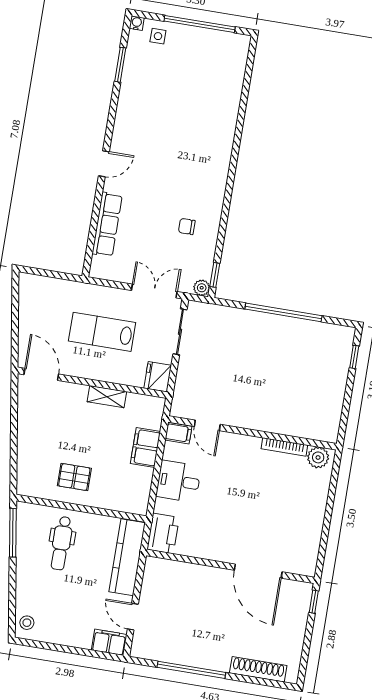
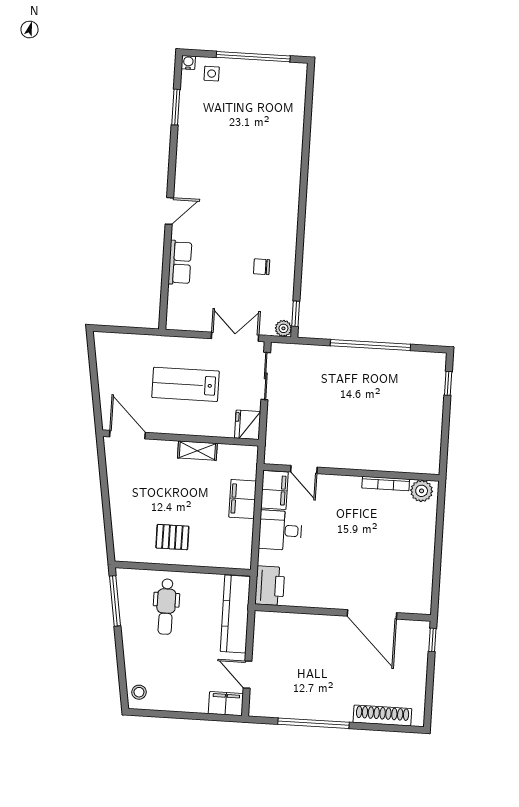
row of seats: (107, 224) -> (180, 263), width x0.68
filing cabinet: (178, 433) -> (274, 490), width x2.00

